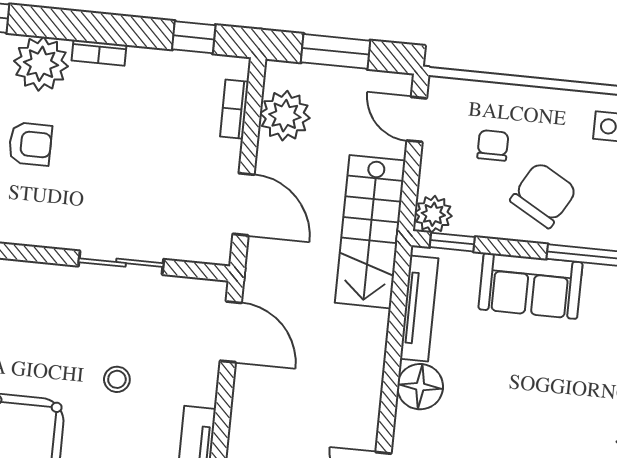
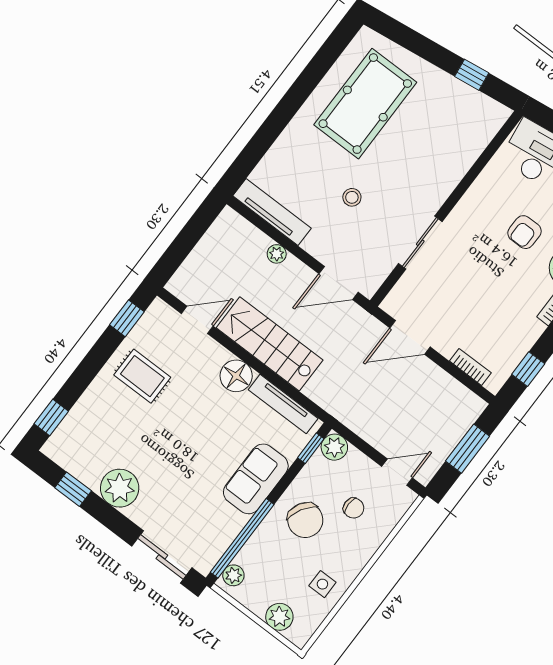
plant: (285, 116) -> (277, 254), moved, width x0.53, depth x0.53
stairs: (370, 232) -> (270, 344), moved

